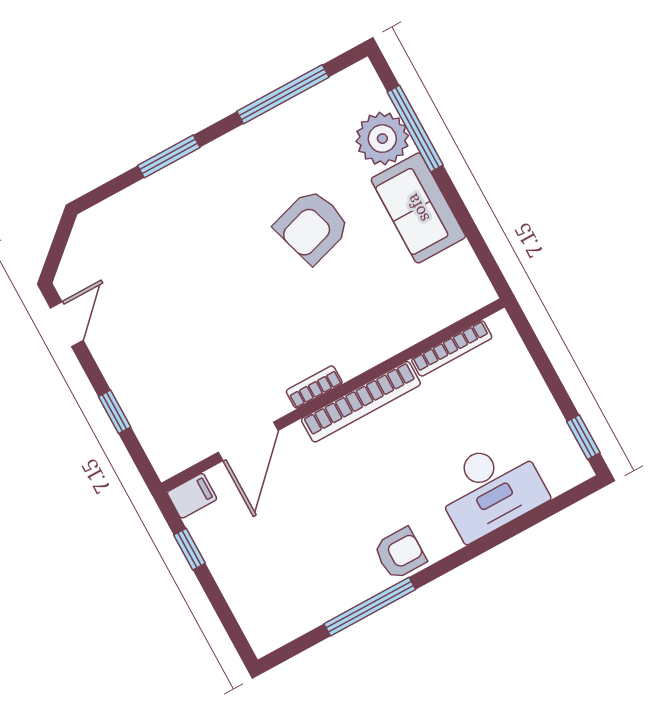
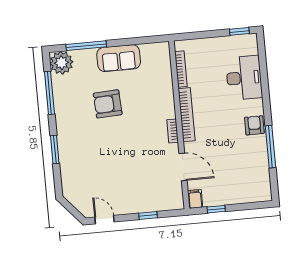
plant: (382, 139) -> (61, 63), moved
armchair: (312, 226) -> (108, 104), turned 104

